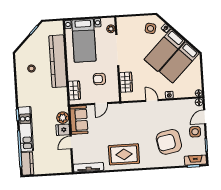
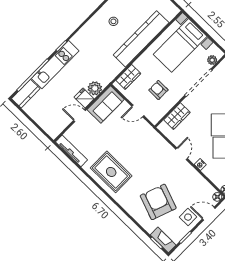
armchair: (169, 142) -> (158, 202), turned 31

